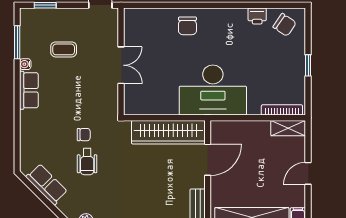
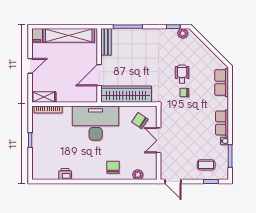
plant: (151, 15) -> (138, 175), added
chair: (285, 25) -> (140, 121), moved
coffee table: (64, 49) -> (206, 165), moved
row of seats: (47, 184) -> (222, 82), moved, turned 45

